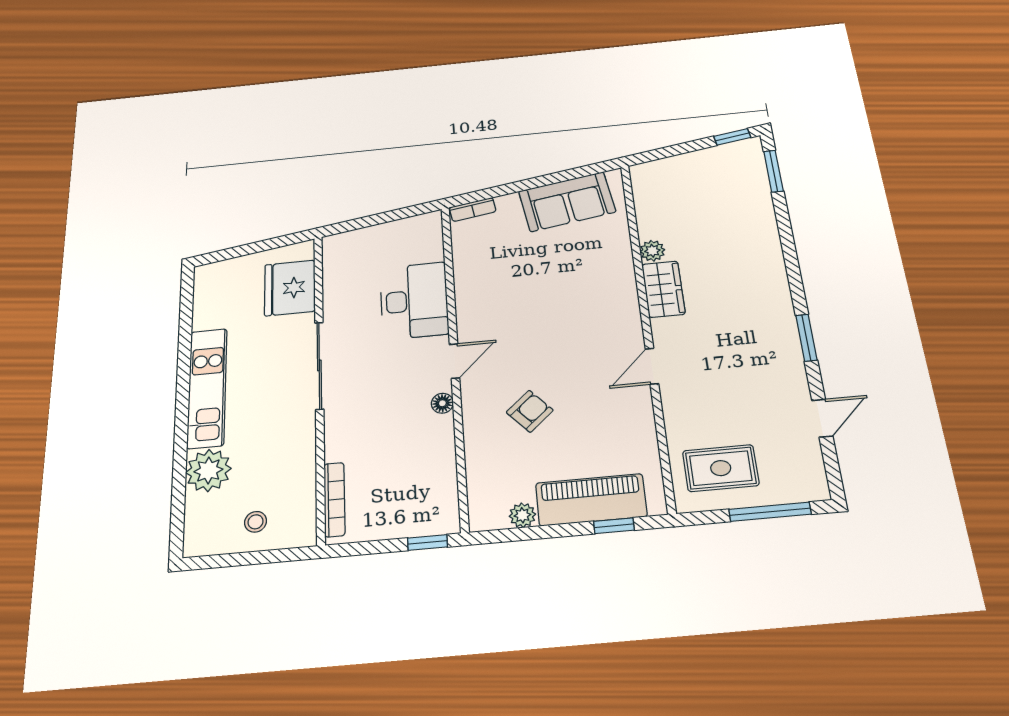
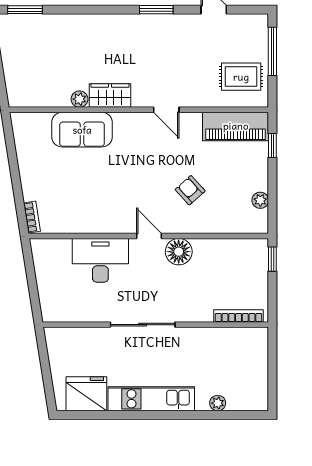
sofa: (567, 202) -> (82, 130), moved, turned 99
fridge: (290, 288) -> (86, 394), moved, turned 180
floor lamp: (442, 403) -> (179, 252), width x1.89, depth x1.89
rug: (721, 468) -> (241, 77), turned 90
plant: (208, 470) -> (218, 403), width x0.53, depth x0.53
piano: (591, 500) -> (236, 126), moved, turned -90
stool: (256, 522) -> (249, 365), removed

